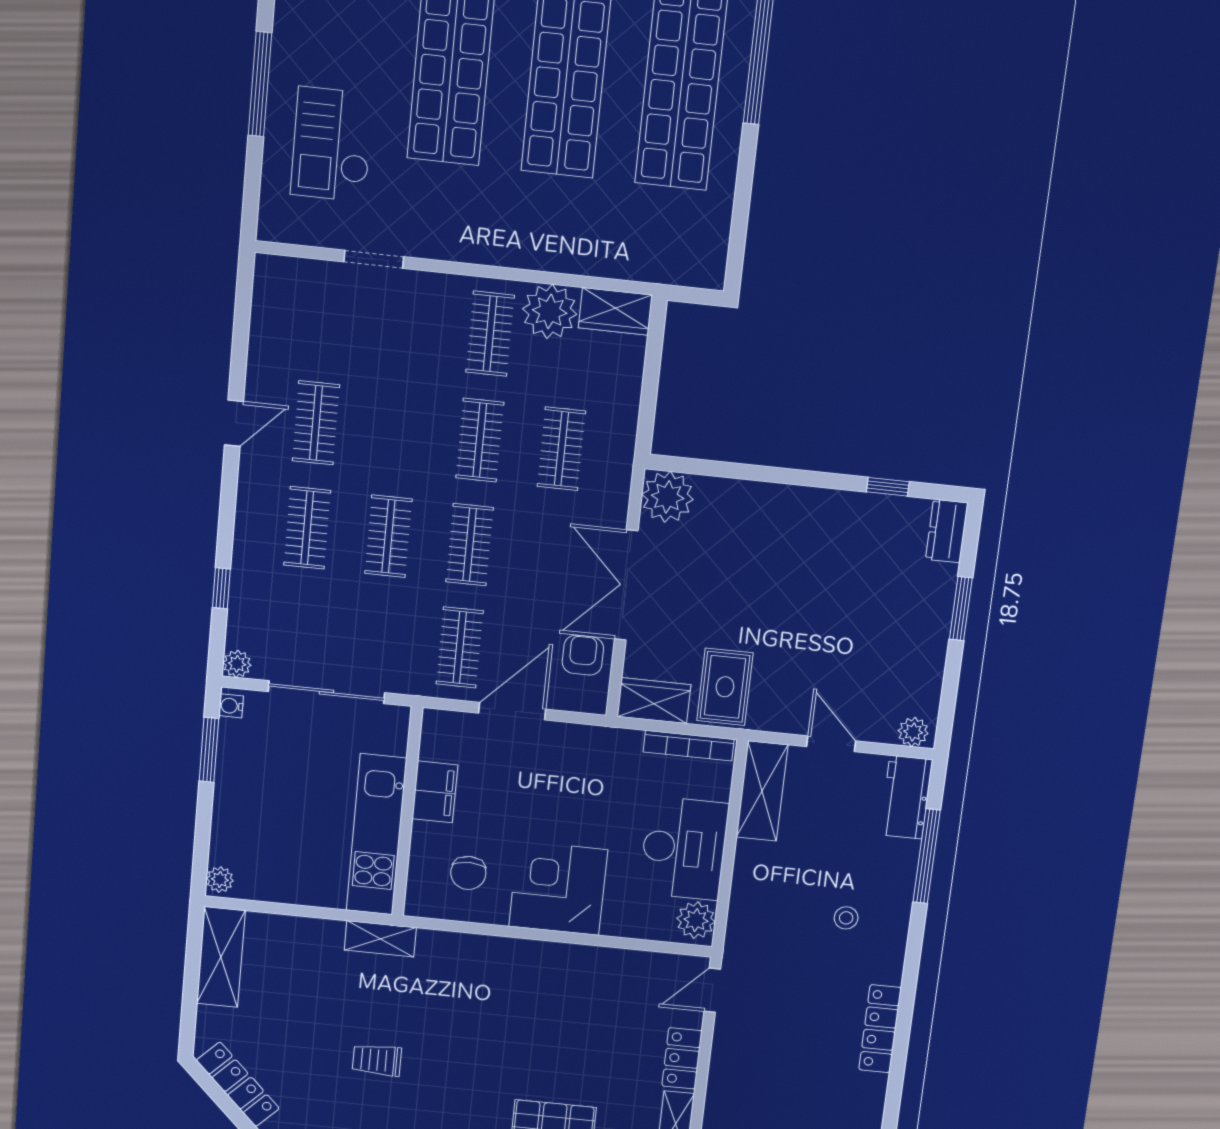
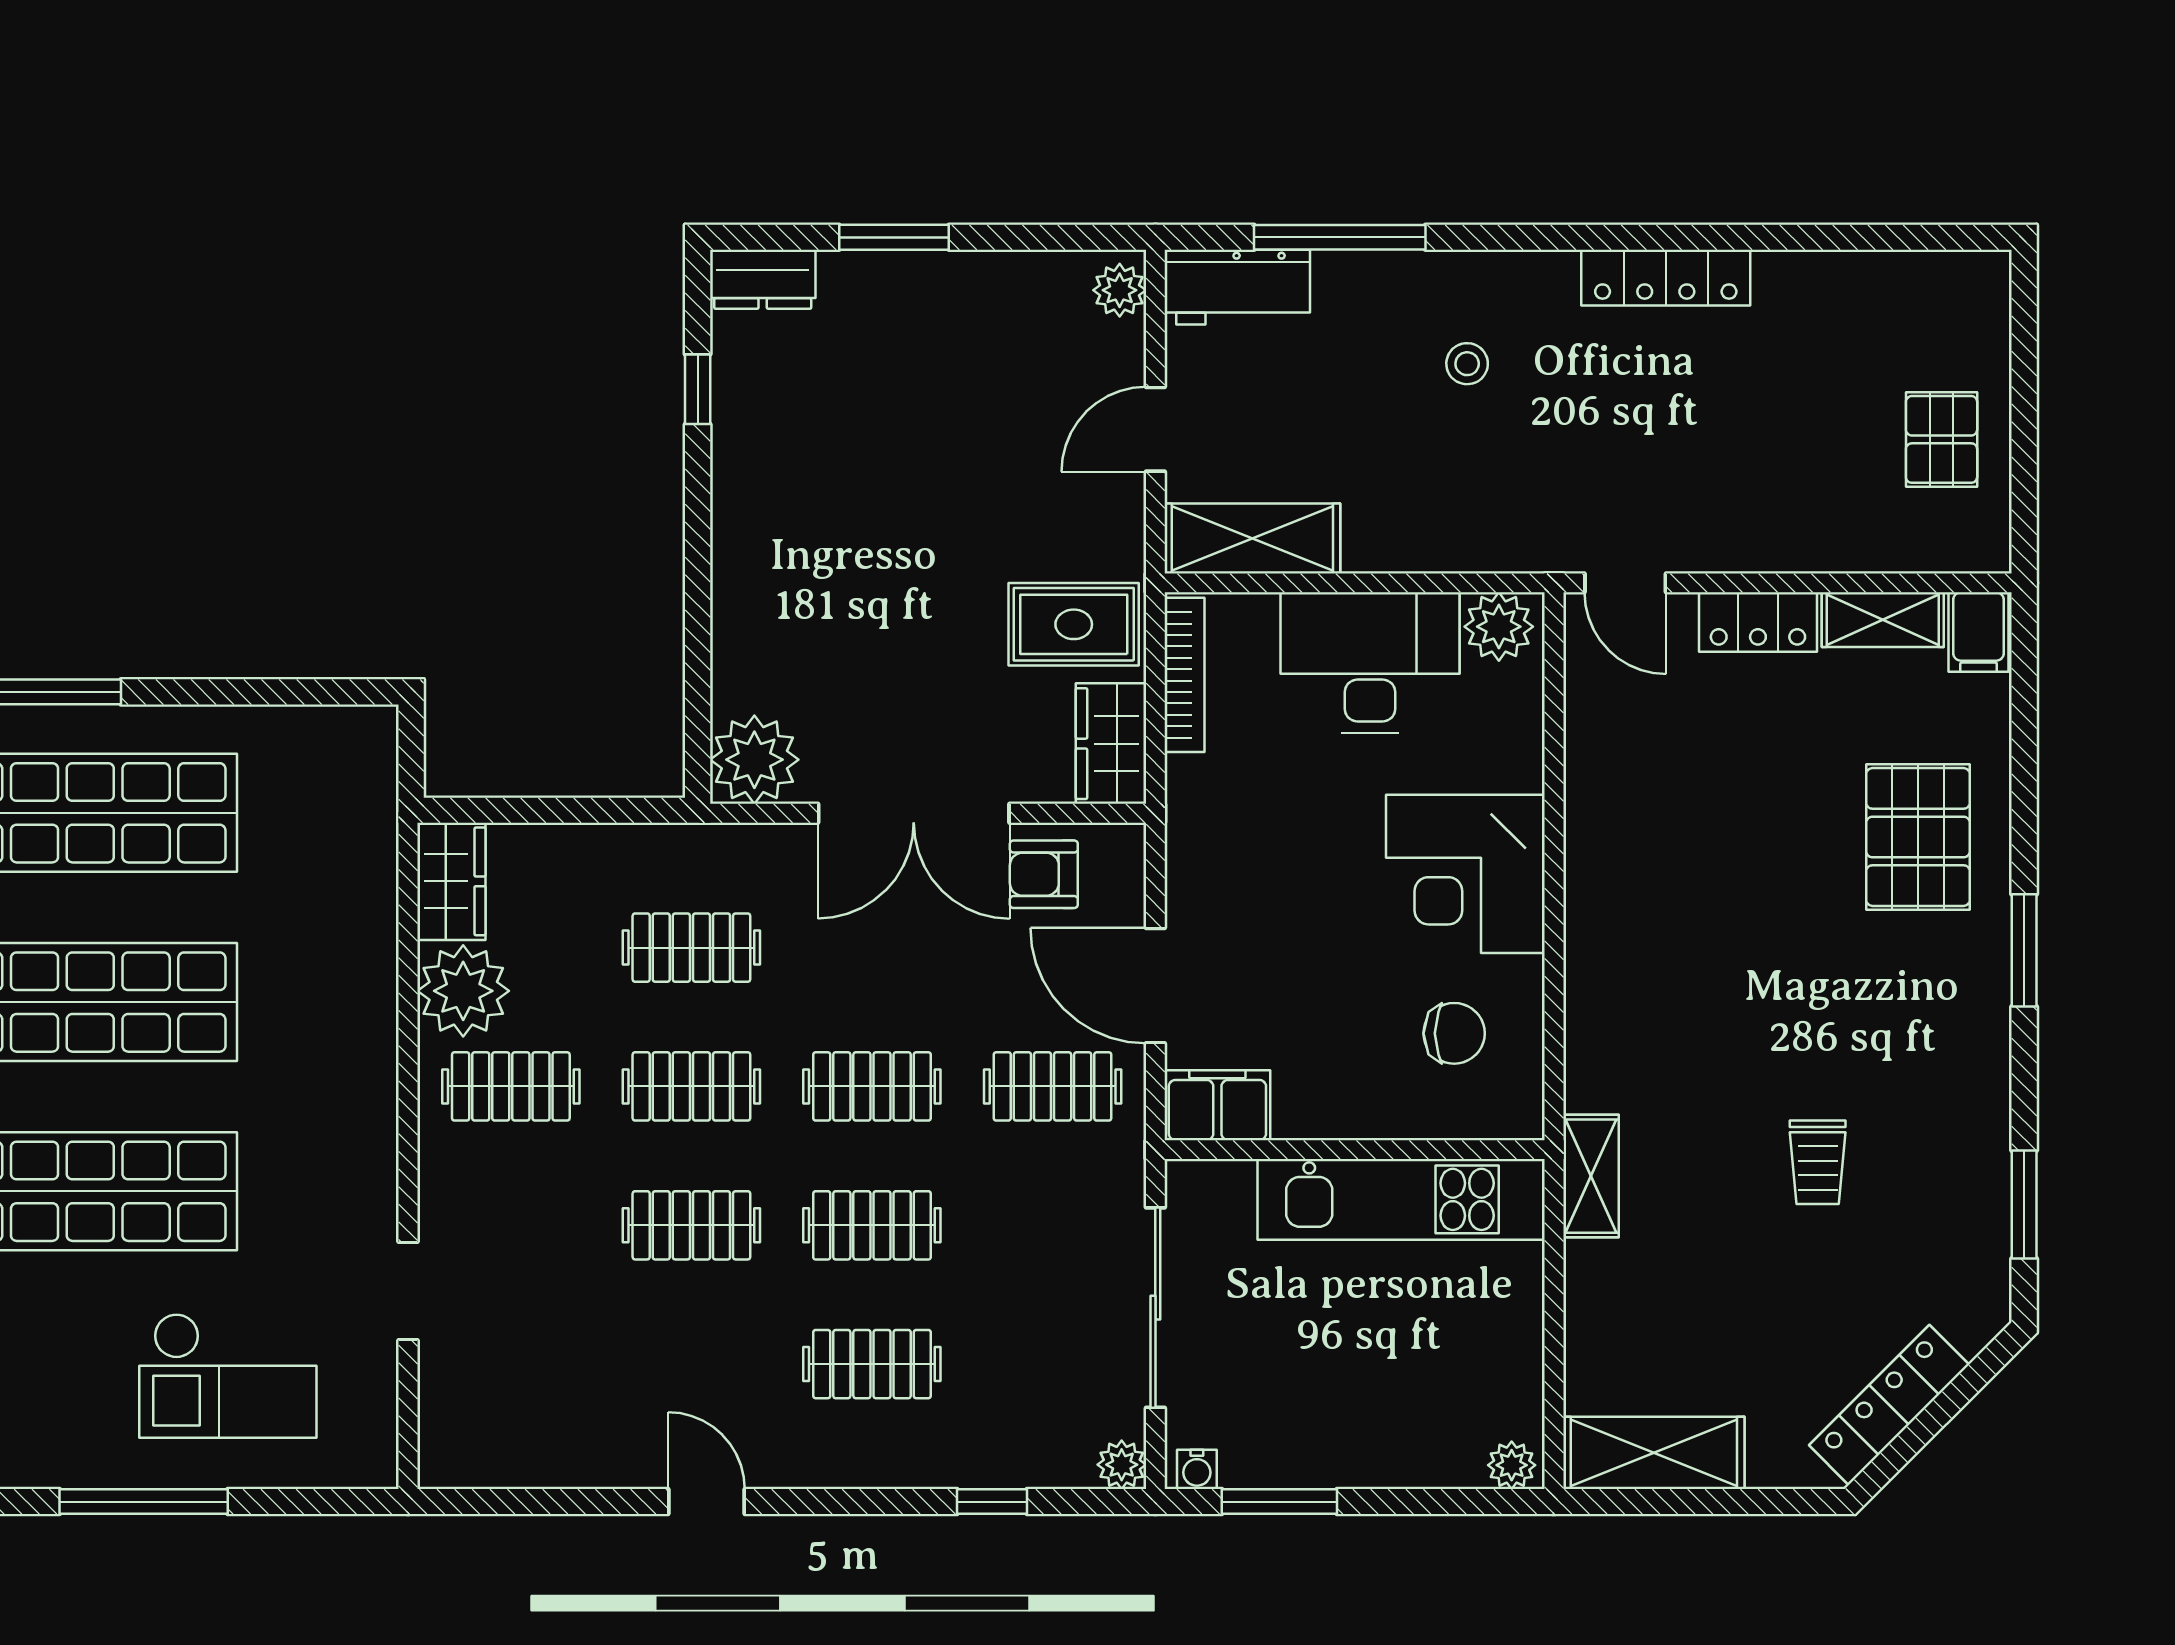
clothes rail: (316, 423) -> (691, 1225), moved
filing cabinet: (435, 792) -> (1217, 1105), moved

